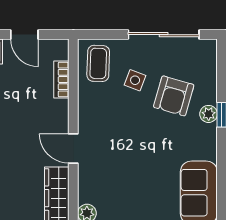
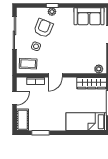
armchair: (174, 96) -> (43, 28), turned -84
door: (73, 148) -> (55, 75), moved

